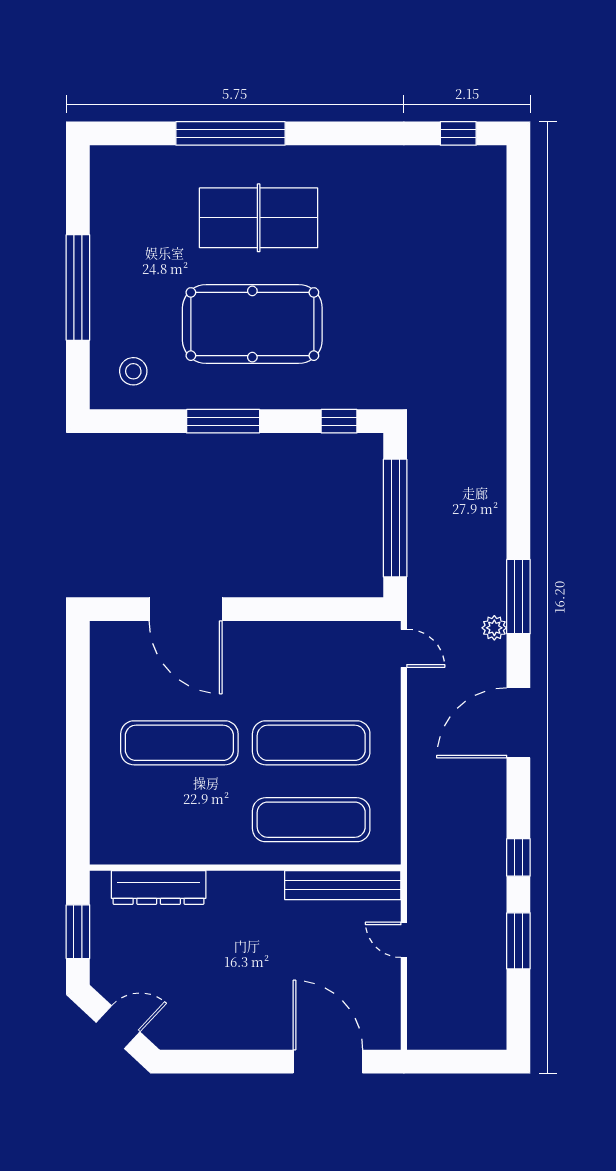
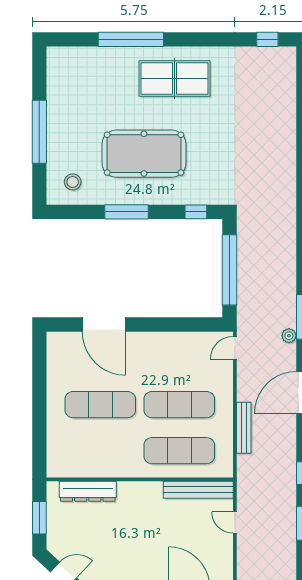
table tennis table: (259, 218) -> (175, 78), moved
door: (404, 648) -> (235, 348), swing flipped
bench: (419, 782) -> (244, 428), added

